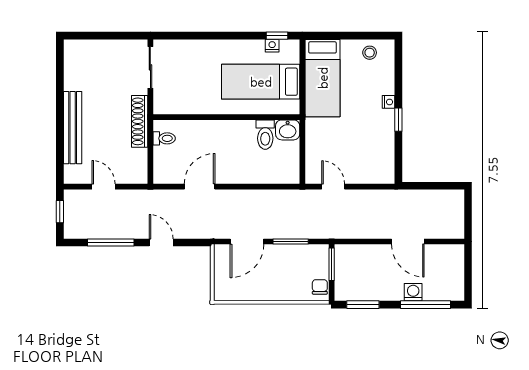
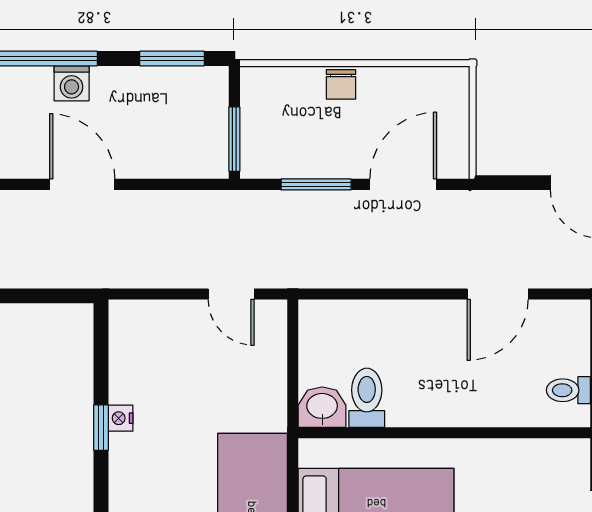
nightstand: (389, 102) -> (121, 418), moved
chair: (320, 287) -> (341, 84), moved

